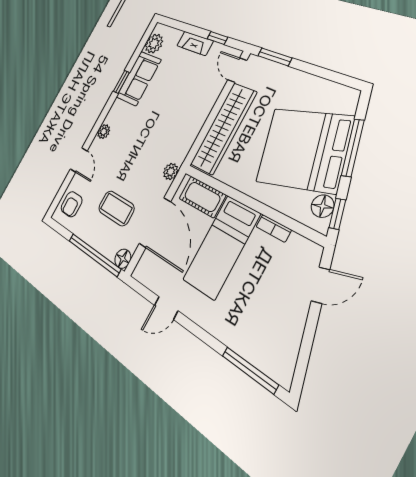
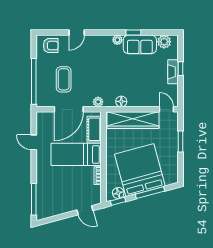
window: (217, 38) -> (181, 69), moved
window: (275, 57) -> (181, 141), moved
door: (237, 70) -> (166, 109), hinge flipped
plant: (104, 132) -> (117, 40), moved
armchair: (72, 204) -> (51, 46), turned 180
floor lamp: (123, 259) -> (121, 101), moved

